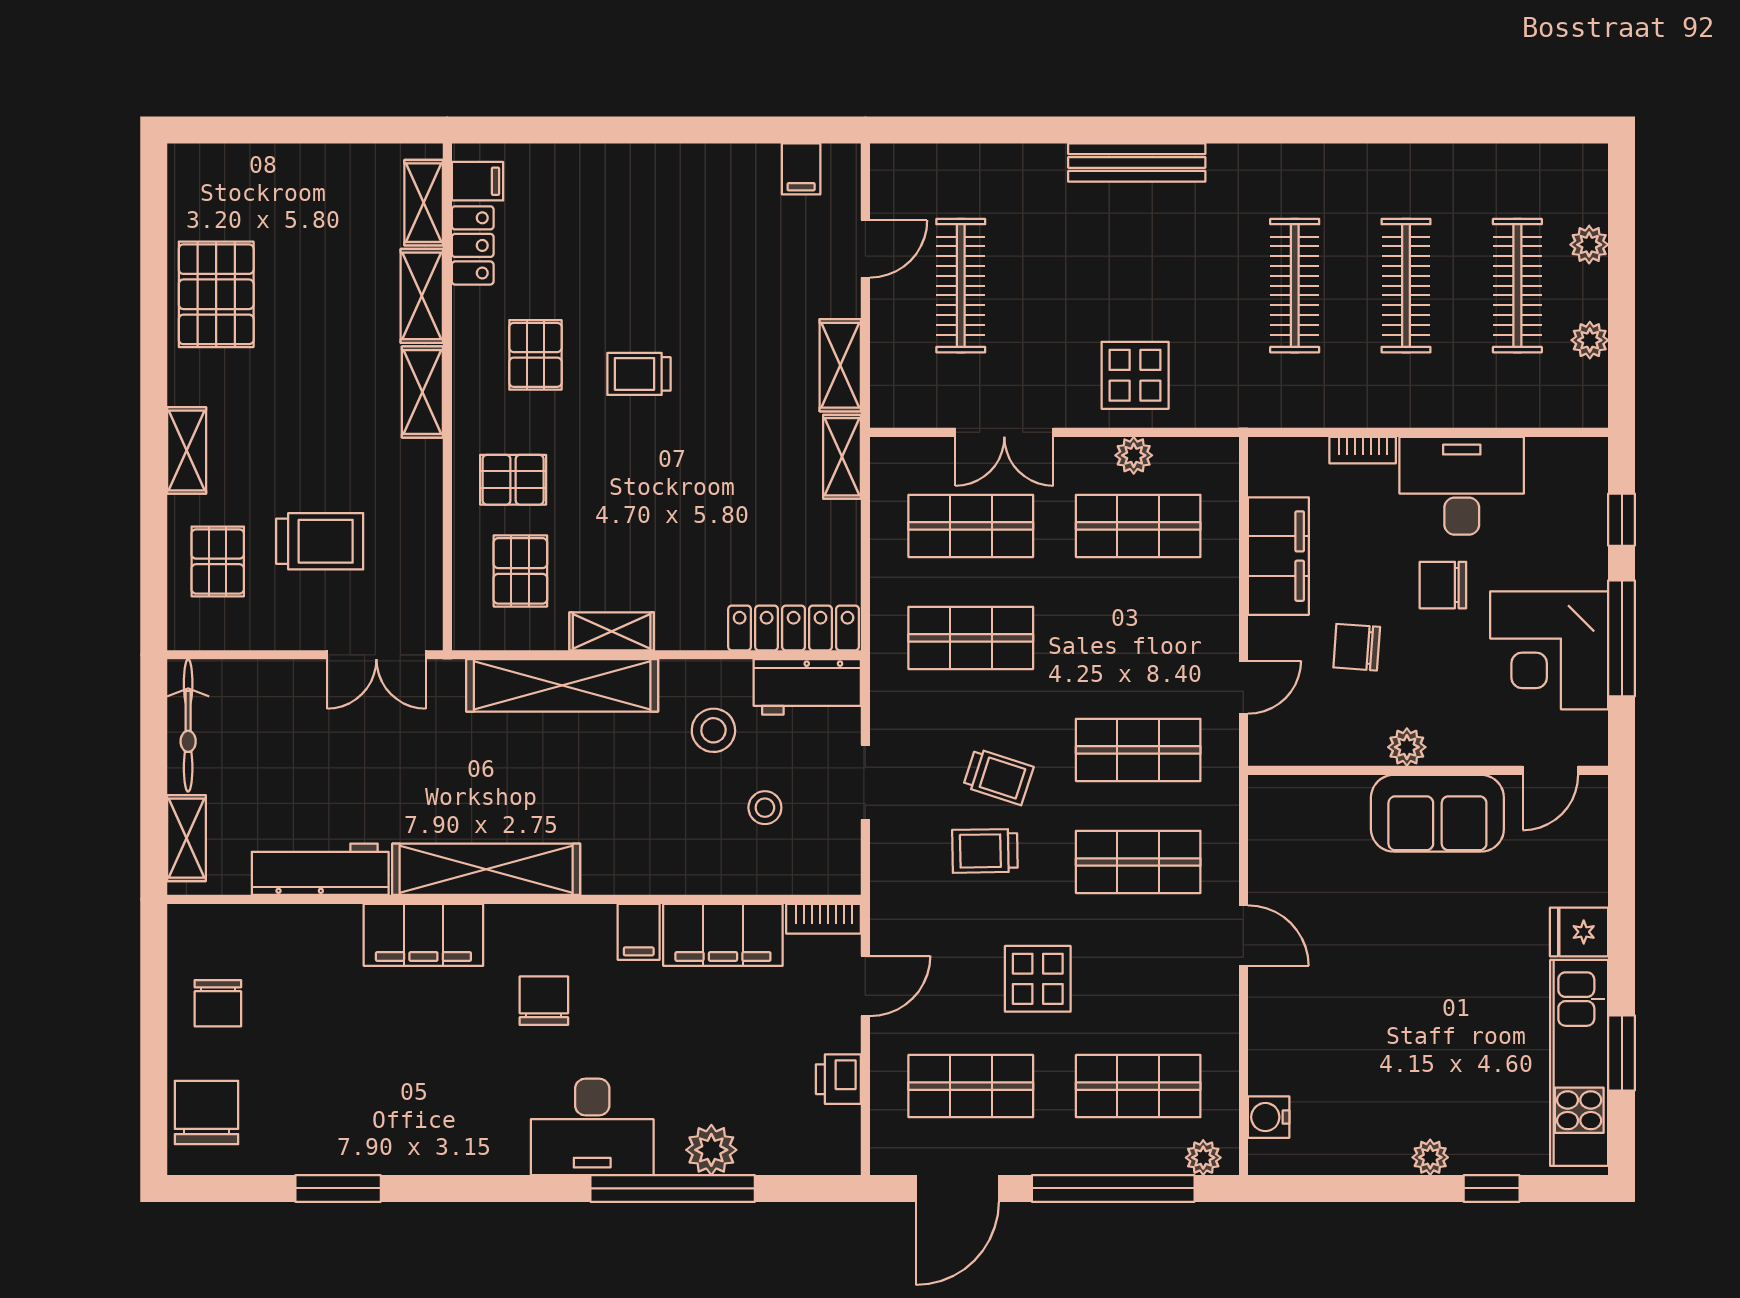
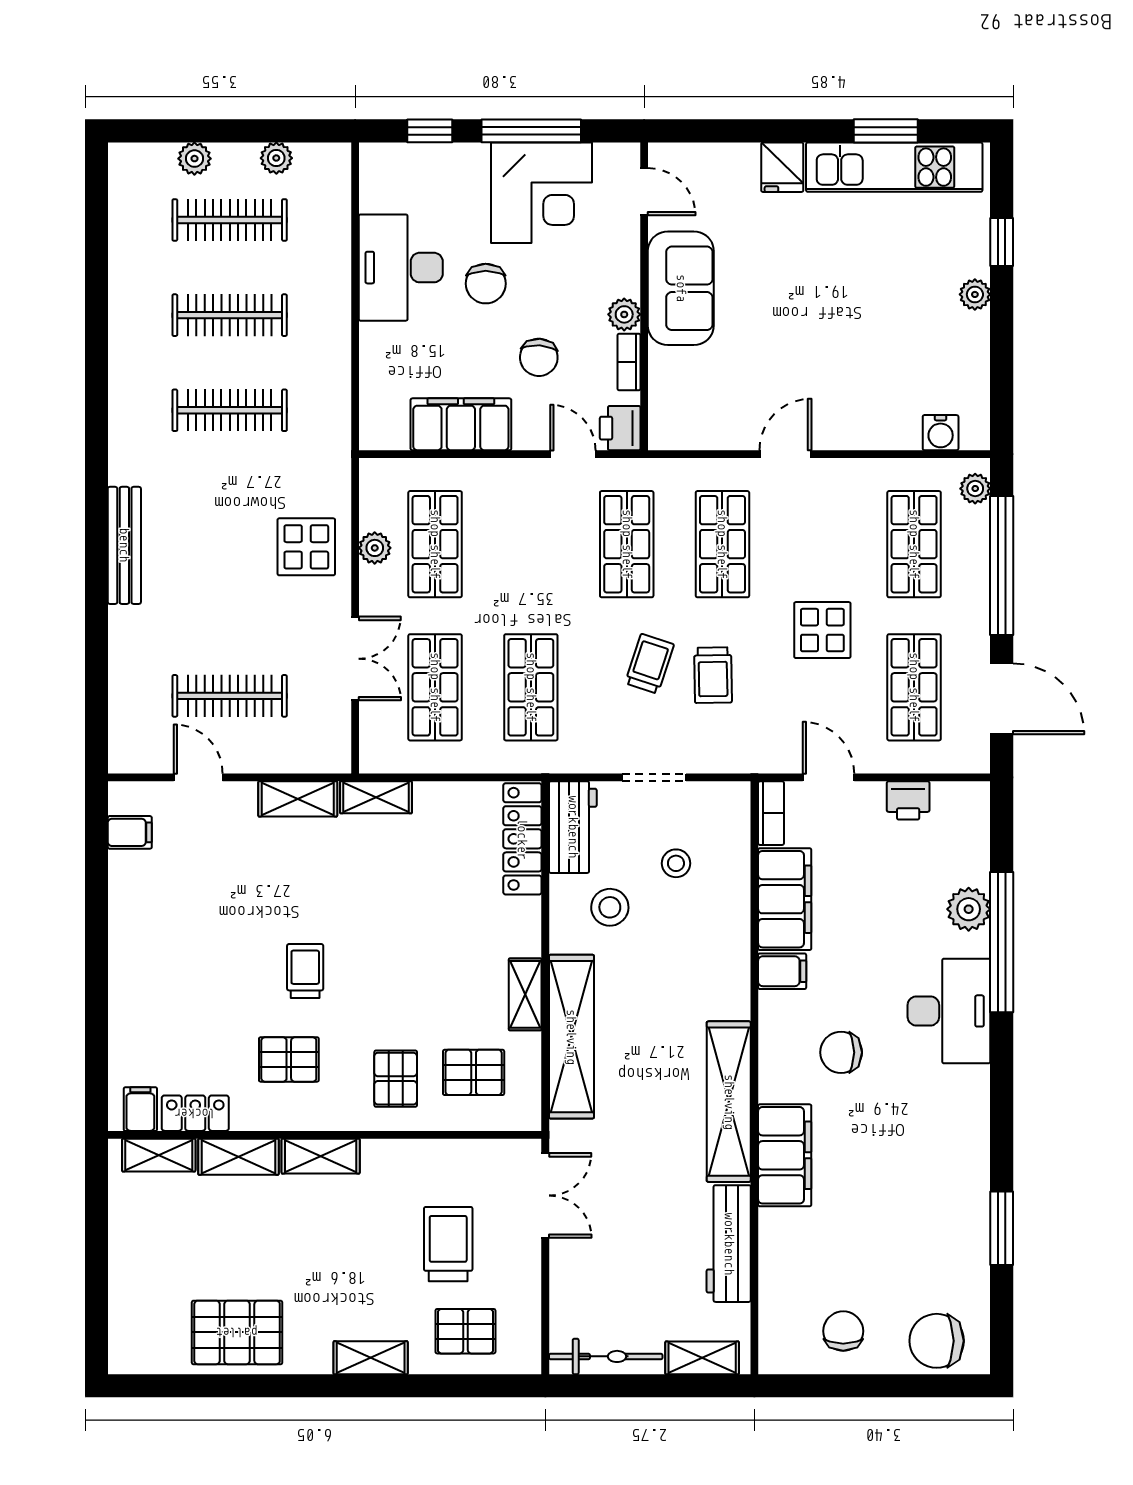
trolley: (639, 374) -> (305, 971), turned 180
bookcase: (1363, 450) -> (629, 362), moved, turned 180
printer: (1274, 742) -> (620, 428), added
chair: (218, 1003) -> (843, 1331), turned -90

